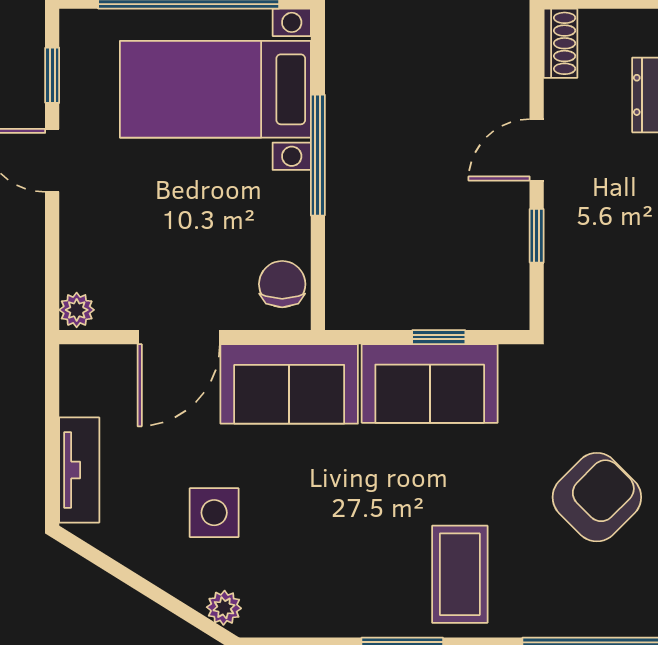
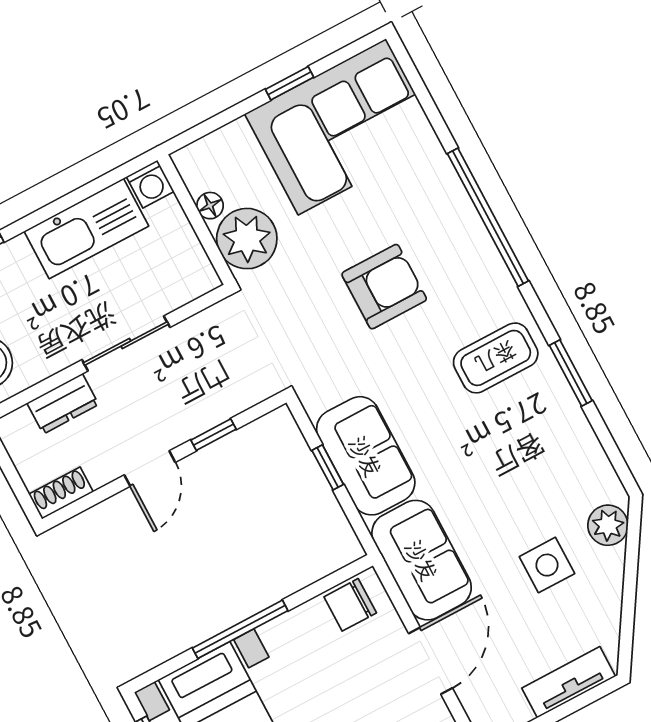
door: (537, 150) -> (150, 469), hinge flipped
door: (179, 337) -> (431, 661), hinge flipped
armchair: (597, 497) -> (384, 287), turned 135
plant: (224, 608) -> (608, 525), width x1.38, depth x1.38

